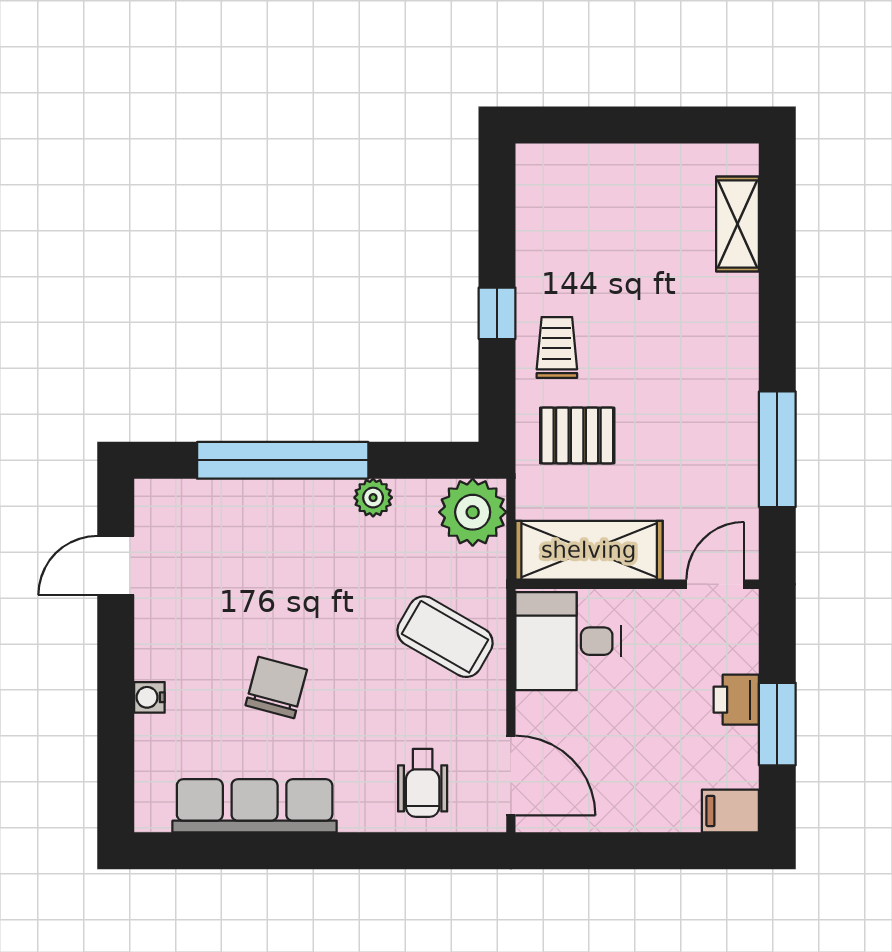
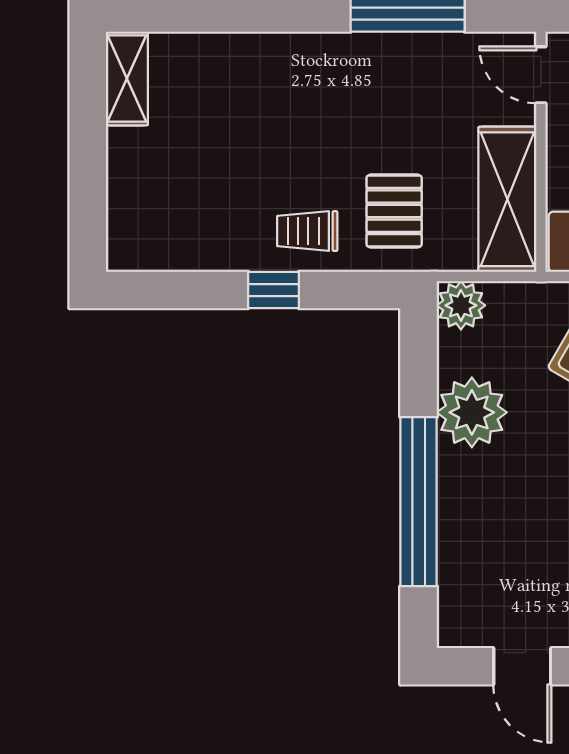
shelving: (738, 224) -> (127, 79), moved, turned 90
plant: (373, 498) -> (472, 412), width x1.87, depth x1.87
plant: (473, 512) -> (461, 305), width x0.73, depth x0.73

